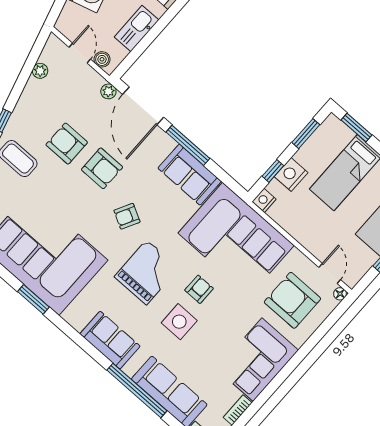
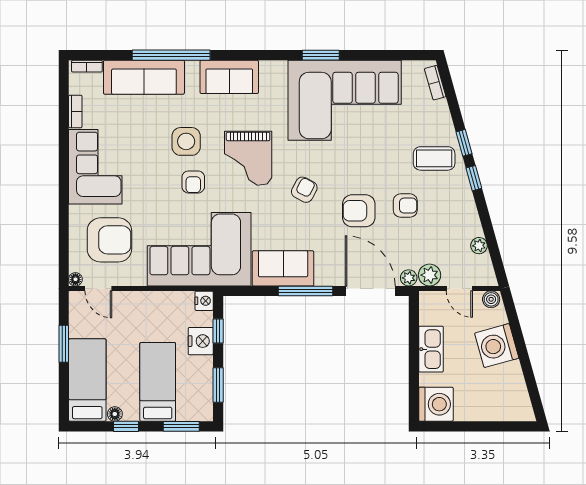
boiler: (102, 59) -> (491, 299), moved
plant: (92, 81) -> (430, 275), added
armchair: (67, 144) -> (405, 206), width x0.72, depth x0.72

